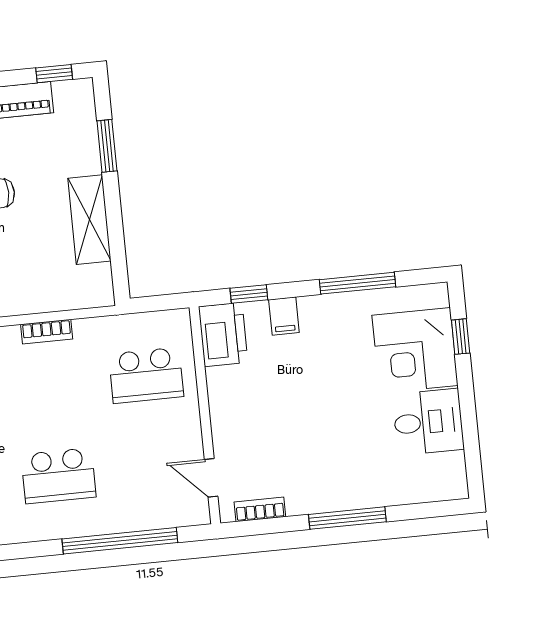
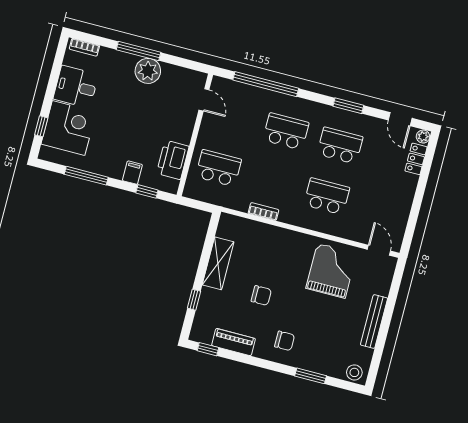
window: (107, 146) -> (194, 300), width x0.67
printer: (223, 334) -> (173, 160), moved
plant: (320, 491) -> (148, 71), added
bookcase: (260, 509) -> (84, 47), moved

